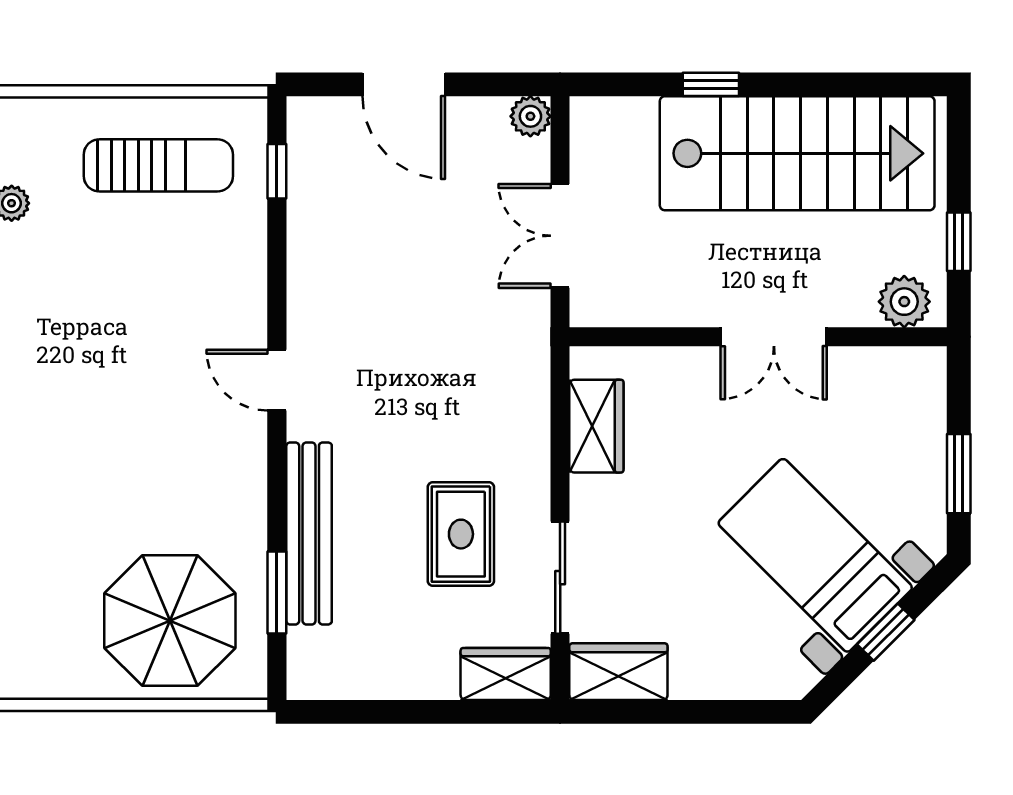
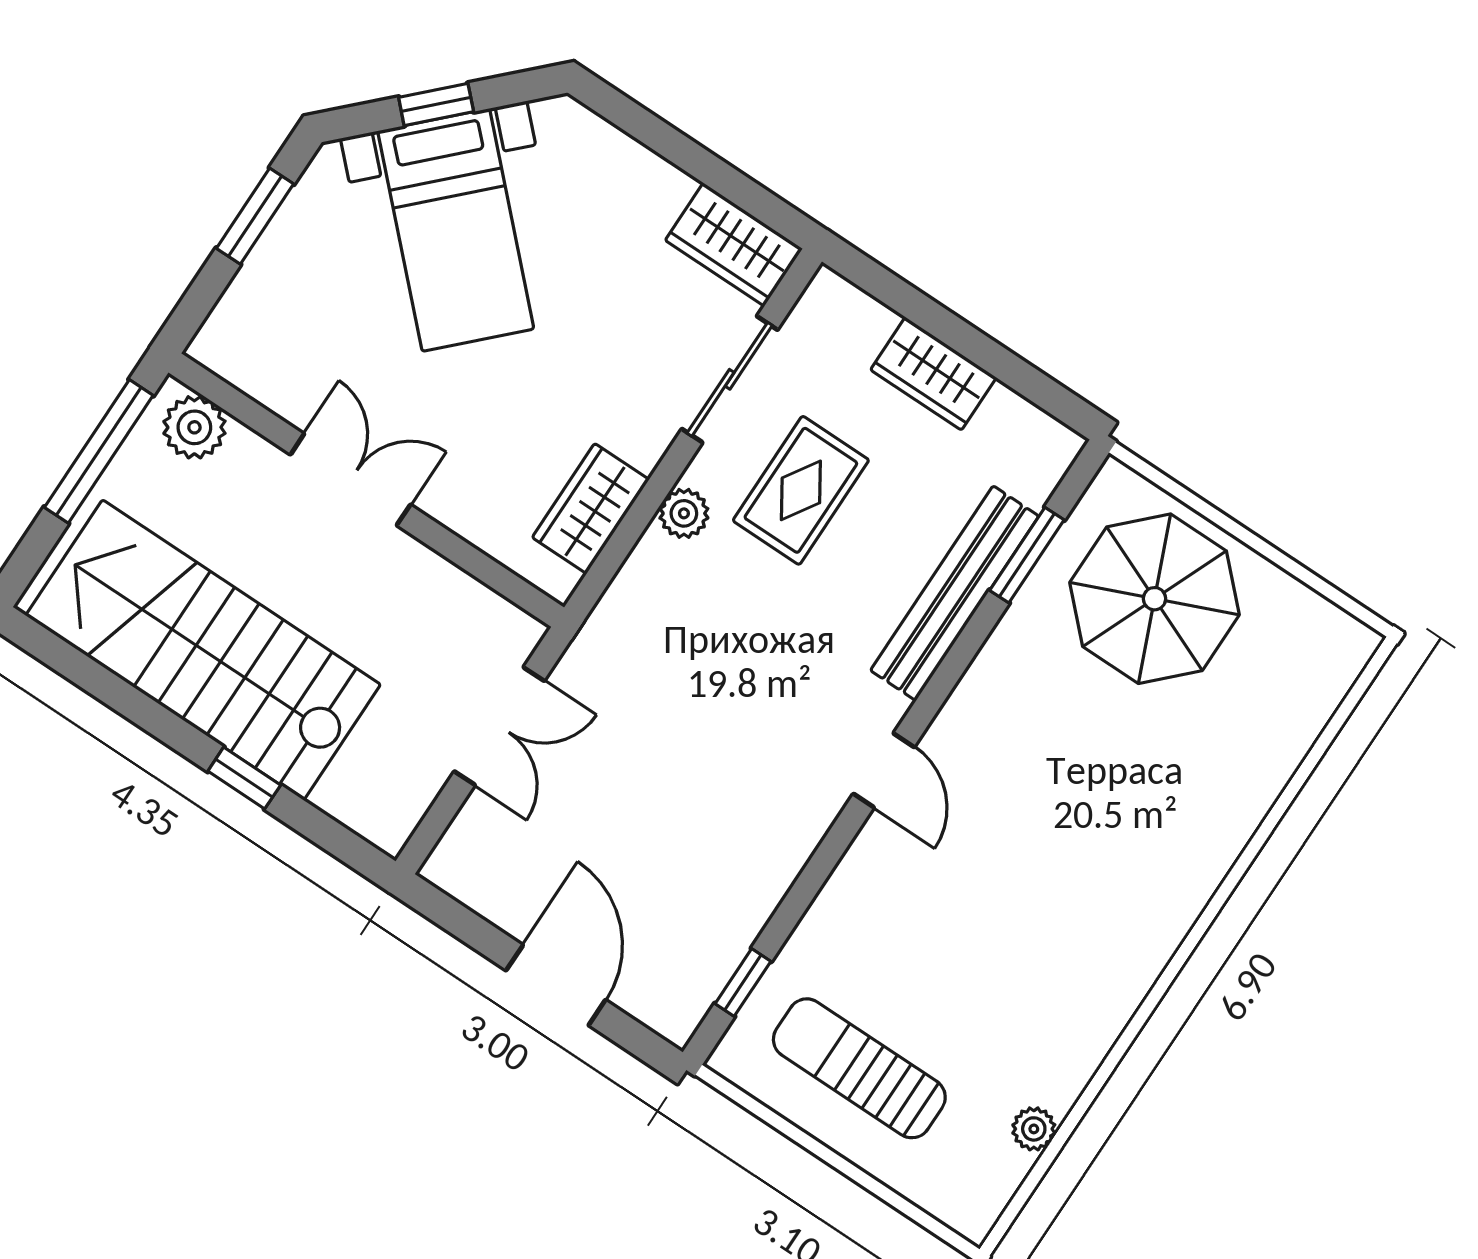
plant: (530, 116) -> (684, 513), moved
window: (959, 242) -> (99, 451), width x2.17
wardrobe: (506, 674) -> (933, 374), moved

